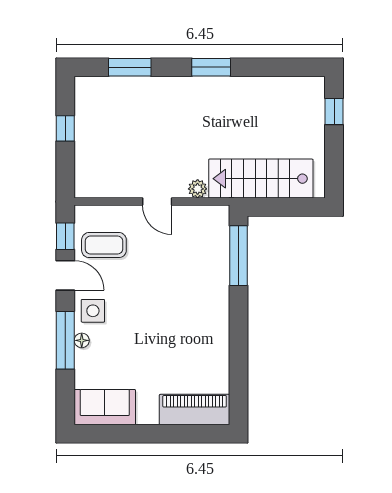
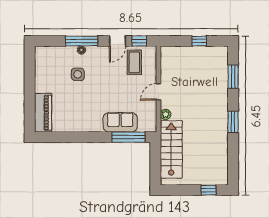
side table: (93, 311) -> (78, 74), moved
sofa: (105, 407) -> (120, 122), moved, turned -90

